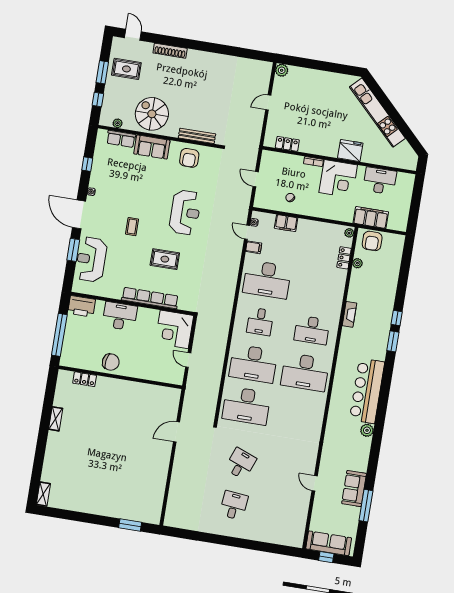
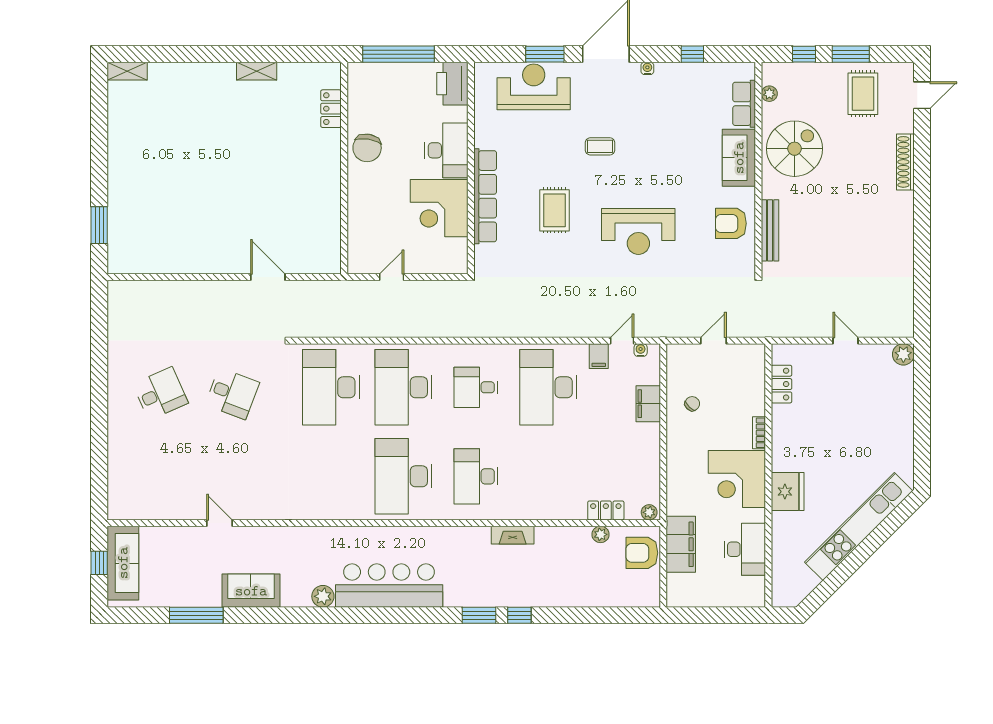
corner desk: (174, 329) -> (439, 208), moved, turned -90
door: (315, 483) -> (220, 523), hinge flipped
sofa: (354, 489) -> (251, 591), moved
desk: (234, 505) -> (160, 394), turned -30

